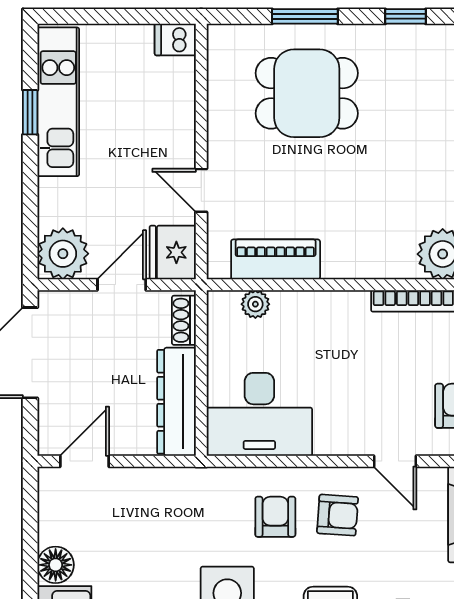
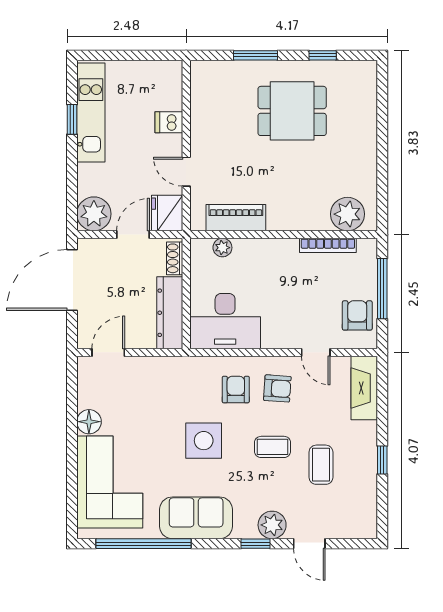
dishwasher: (175, 39) -> (169, 122), moved
dining table: (307, 93) -> (292, 111), moved

